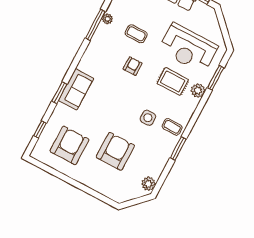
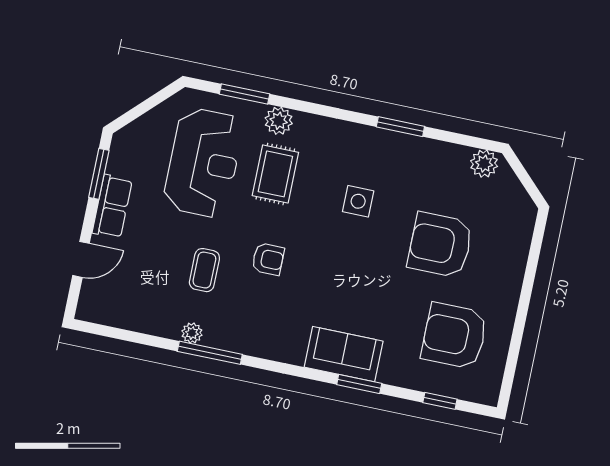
armchair: (133, 66) -> (268, 259), turned 180
coffee table: (172, 127) -> (362, 150), removed

